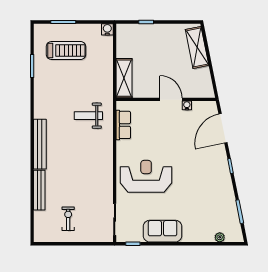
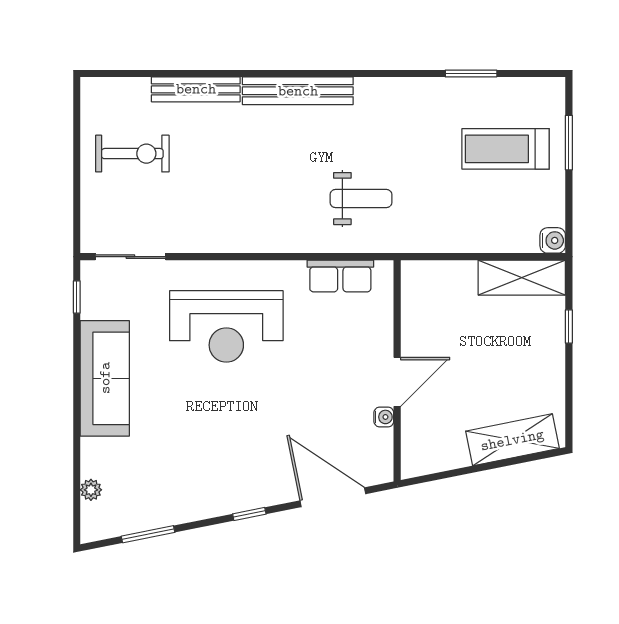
treadmill: (66, 51) -> (506, 149), turned 90
shelving: (124, 78) -> (522, 278), moved
weight bench: (88, 116) -> (361, 199), turned 90
reception desk: (146, 176) -> (226, 326), turned 90
exercise bike: (68, 219) -> (132, 154), width x1.38, depth x1.39
sofa: (163, 231) -> (105, 378), width x1.36

